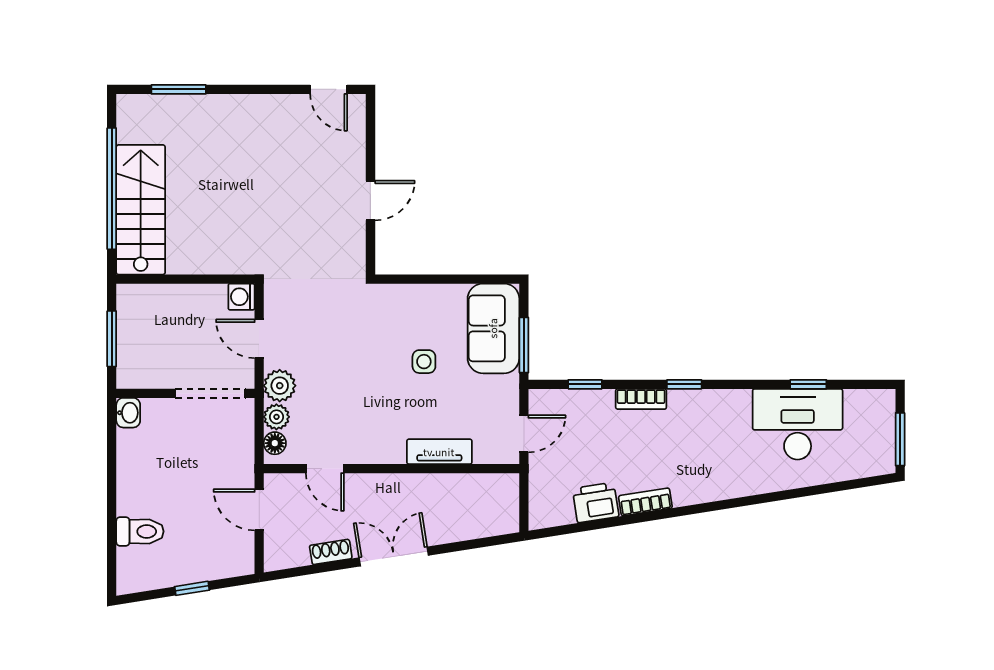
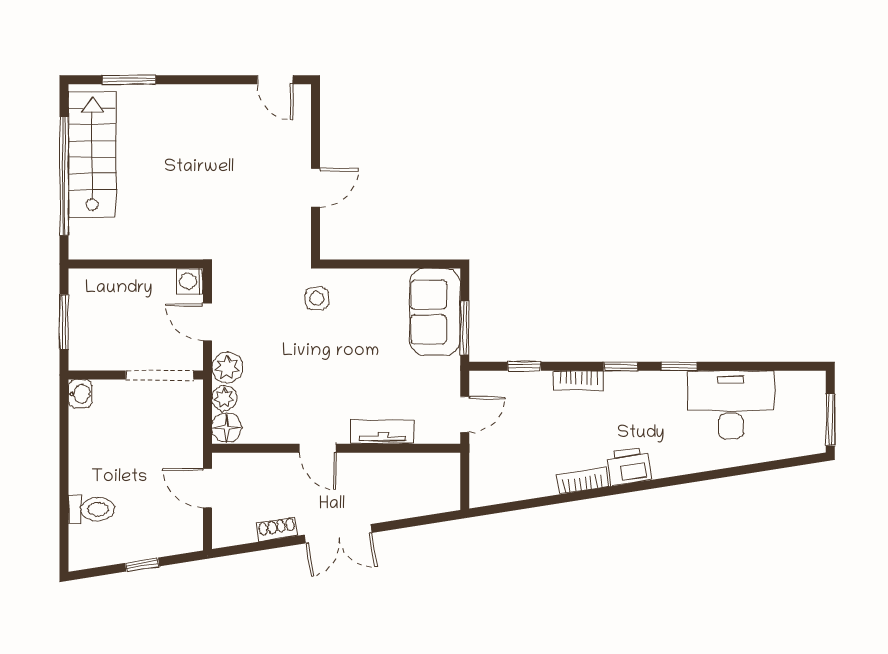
stairs: (141, 210) -> (92, 154), moved
side table: (424, 362) -> (317, 298), moved
window: (808, 384) -> (679, 366), moved
floor lamp: (275, 443) -> (227, 428), width x1.37, depth x1.37
door: (325, 469) -> (318, 448), moved
printer: (596, 503) -> (629, 466), moved
double door: (394, 557) -> (338, 534), swing flipped

